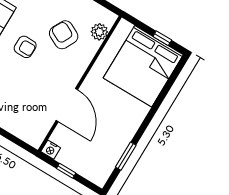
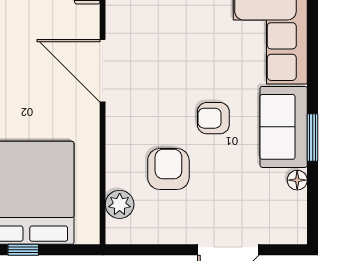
armchair: (64, 35) -> (168, 169), turned -117

